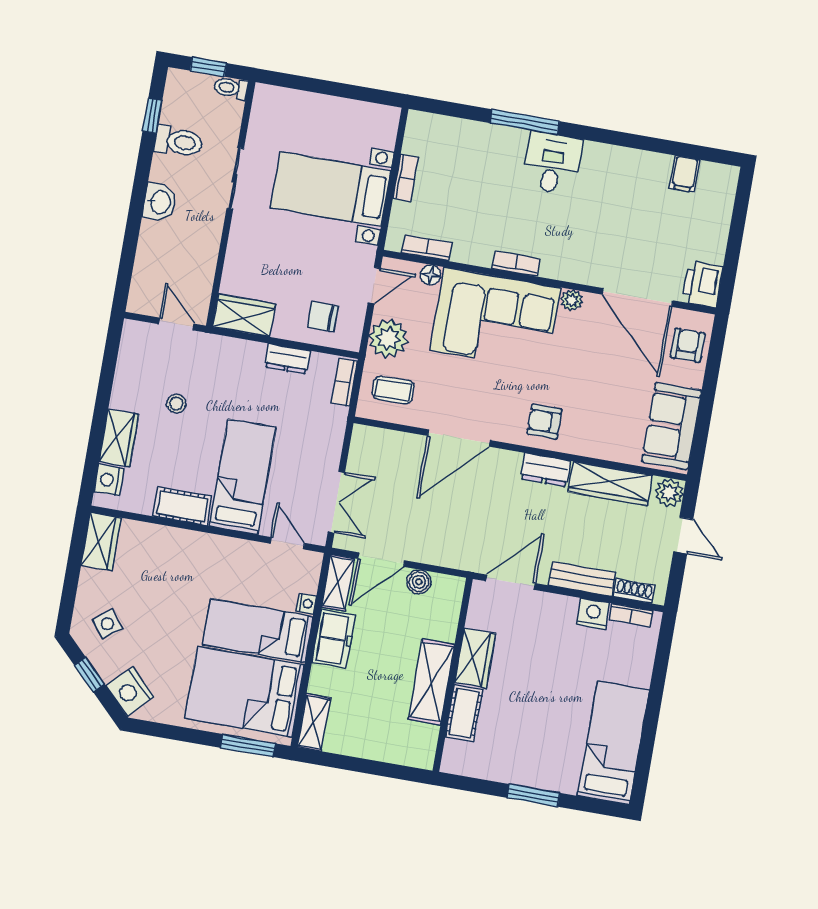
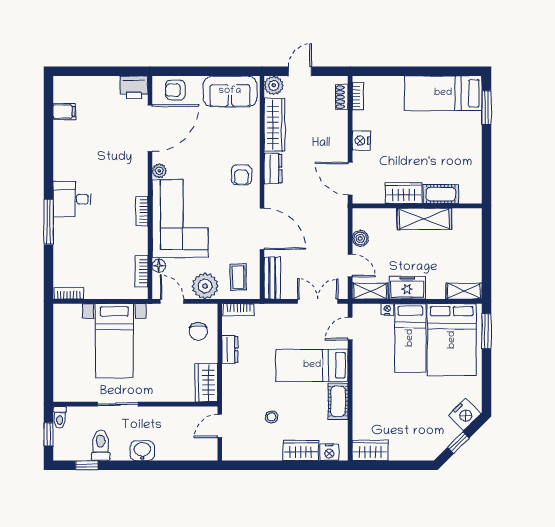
bookcase: (405, 178) -> (69, 293), moved
door: (381, 560) -> (350, 266), width x0.73
bench: (582, 579) -> (272, 278), moved
nightstand: (593, 614) -> (361, 141), moved
side table: (108, 624) -> (423, 437), removed
window: (533, 795) -> (487, 108), moved

